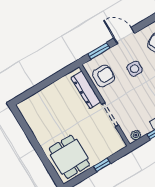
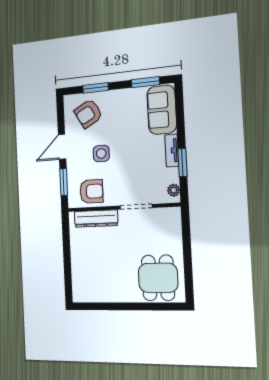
armchair: (104, 76) -> (91, 191), turned 90
dining table: (69, 157) -> (158, 278), turned 90
window: (102, 165) -> (187, 247), removed

